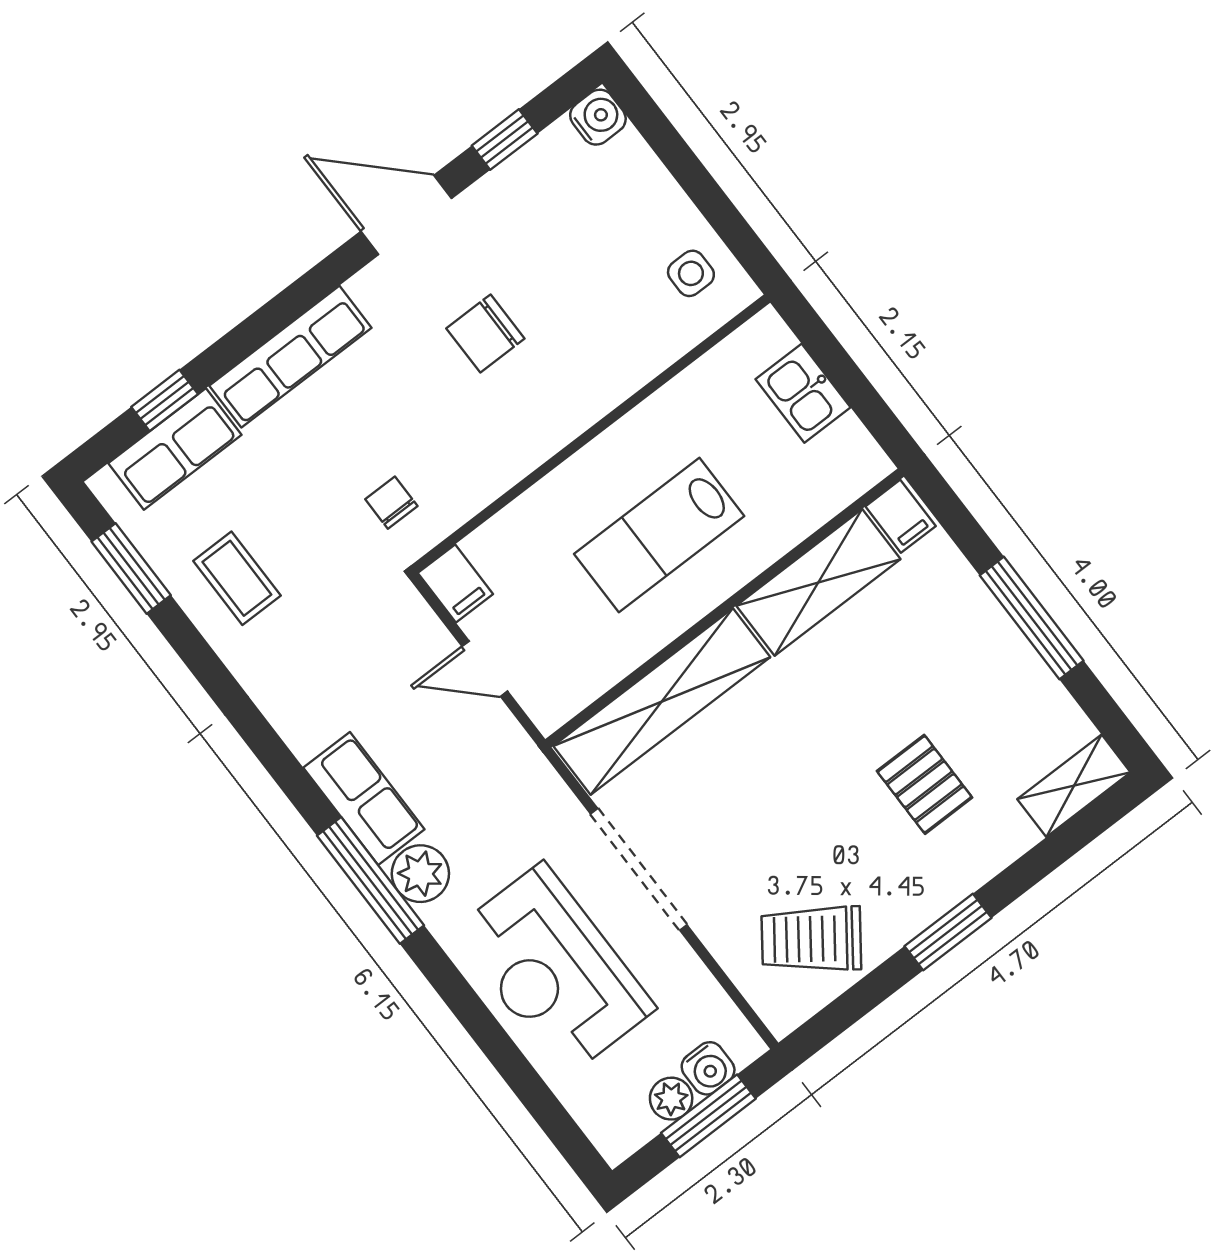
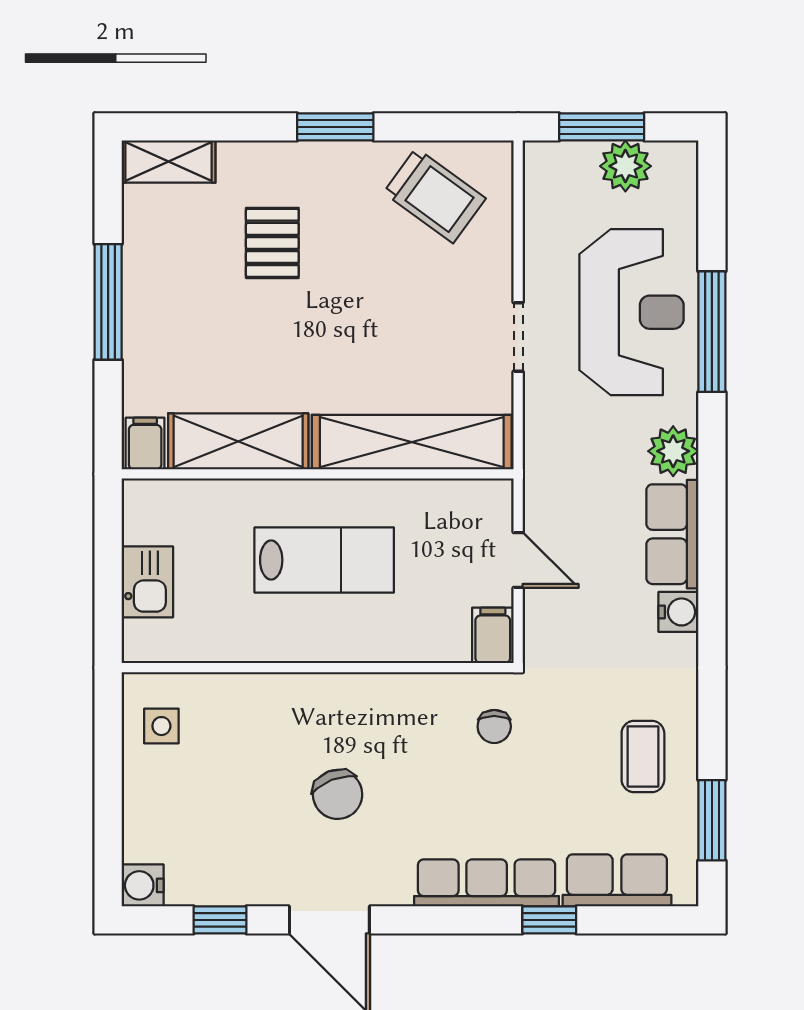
chair: (485, 333) -> (338, 794), turned 69
window: (165, 400) -> (549, 920), moved
doorway: (639, 869) -> (518, 337), width x0.53
window: (371, 880) -> (712, 332), moved
water cooler: (708, 1068) -> (678, 612), moved, turned 90
plant: (671, 1099) -> (625, 166), width x1.38, depth x1.38

